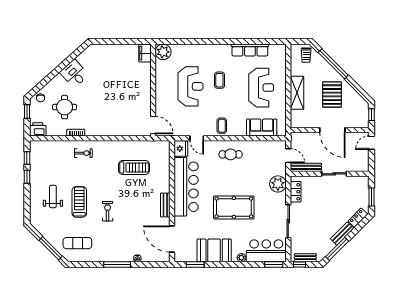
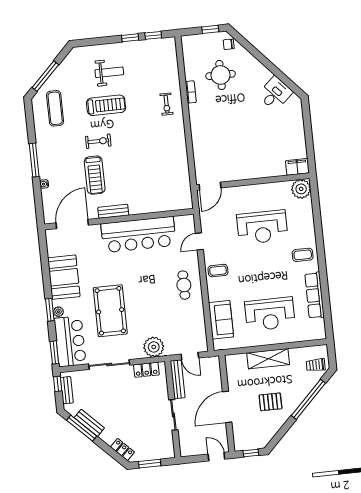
desk: (74, 74) -> (275, 94), moved
coffee table: (219, 80) -> (303, 255), moved
pallet: (332, 95) -> (270, 402), width x0.67, depth x0.71
printer: (38, 129) -> (190, 45), removed
fridge: (181, 149) -> (185, 223), removed
door: (288, 156) -> (190, 356), hinge flipped
treadmill: (134, 167) -> (95, 175), moved
pool table: (234, 207) -> (110, 311), moved
bench: (342, 234) -> (89, 423), moved
window: (195, 264) -> (50, 310), moved

